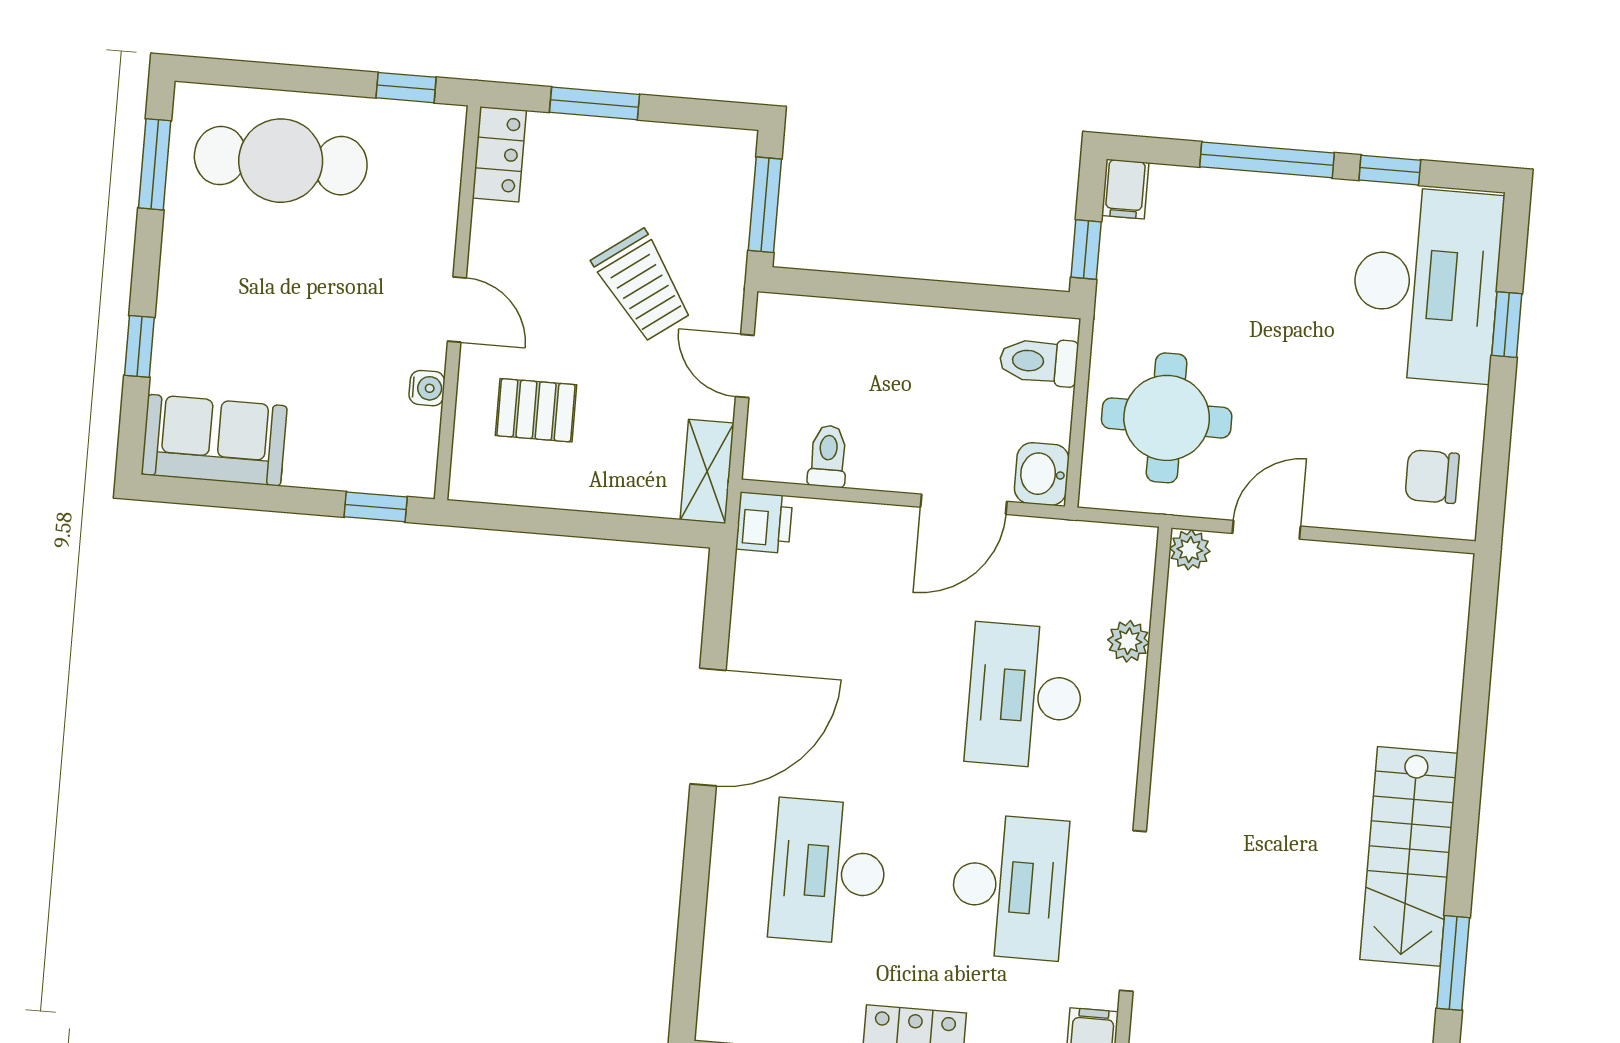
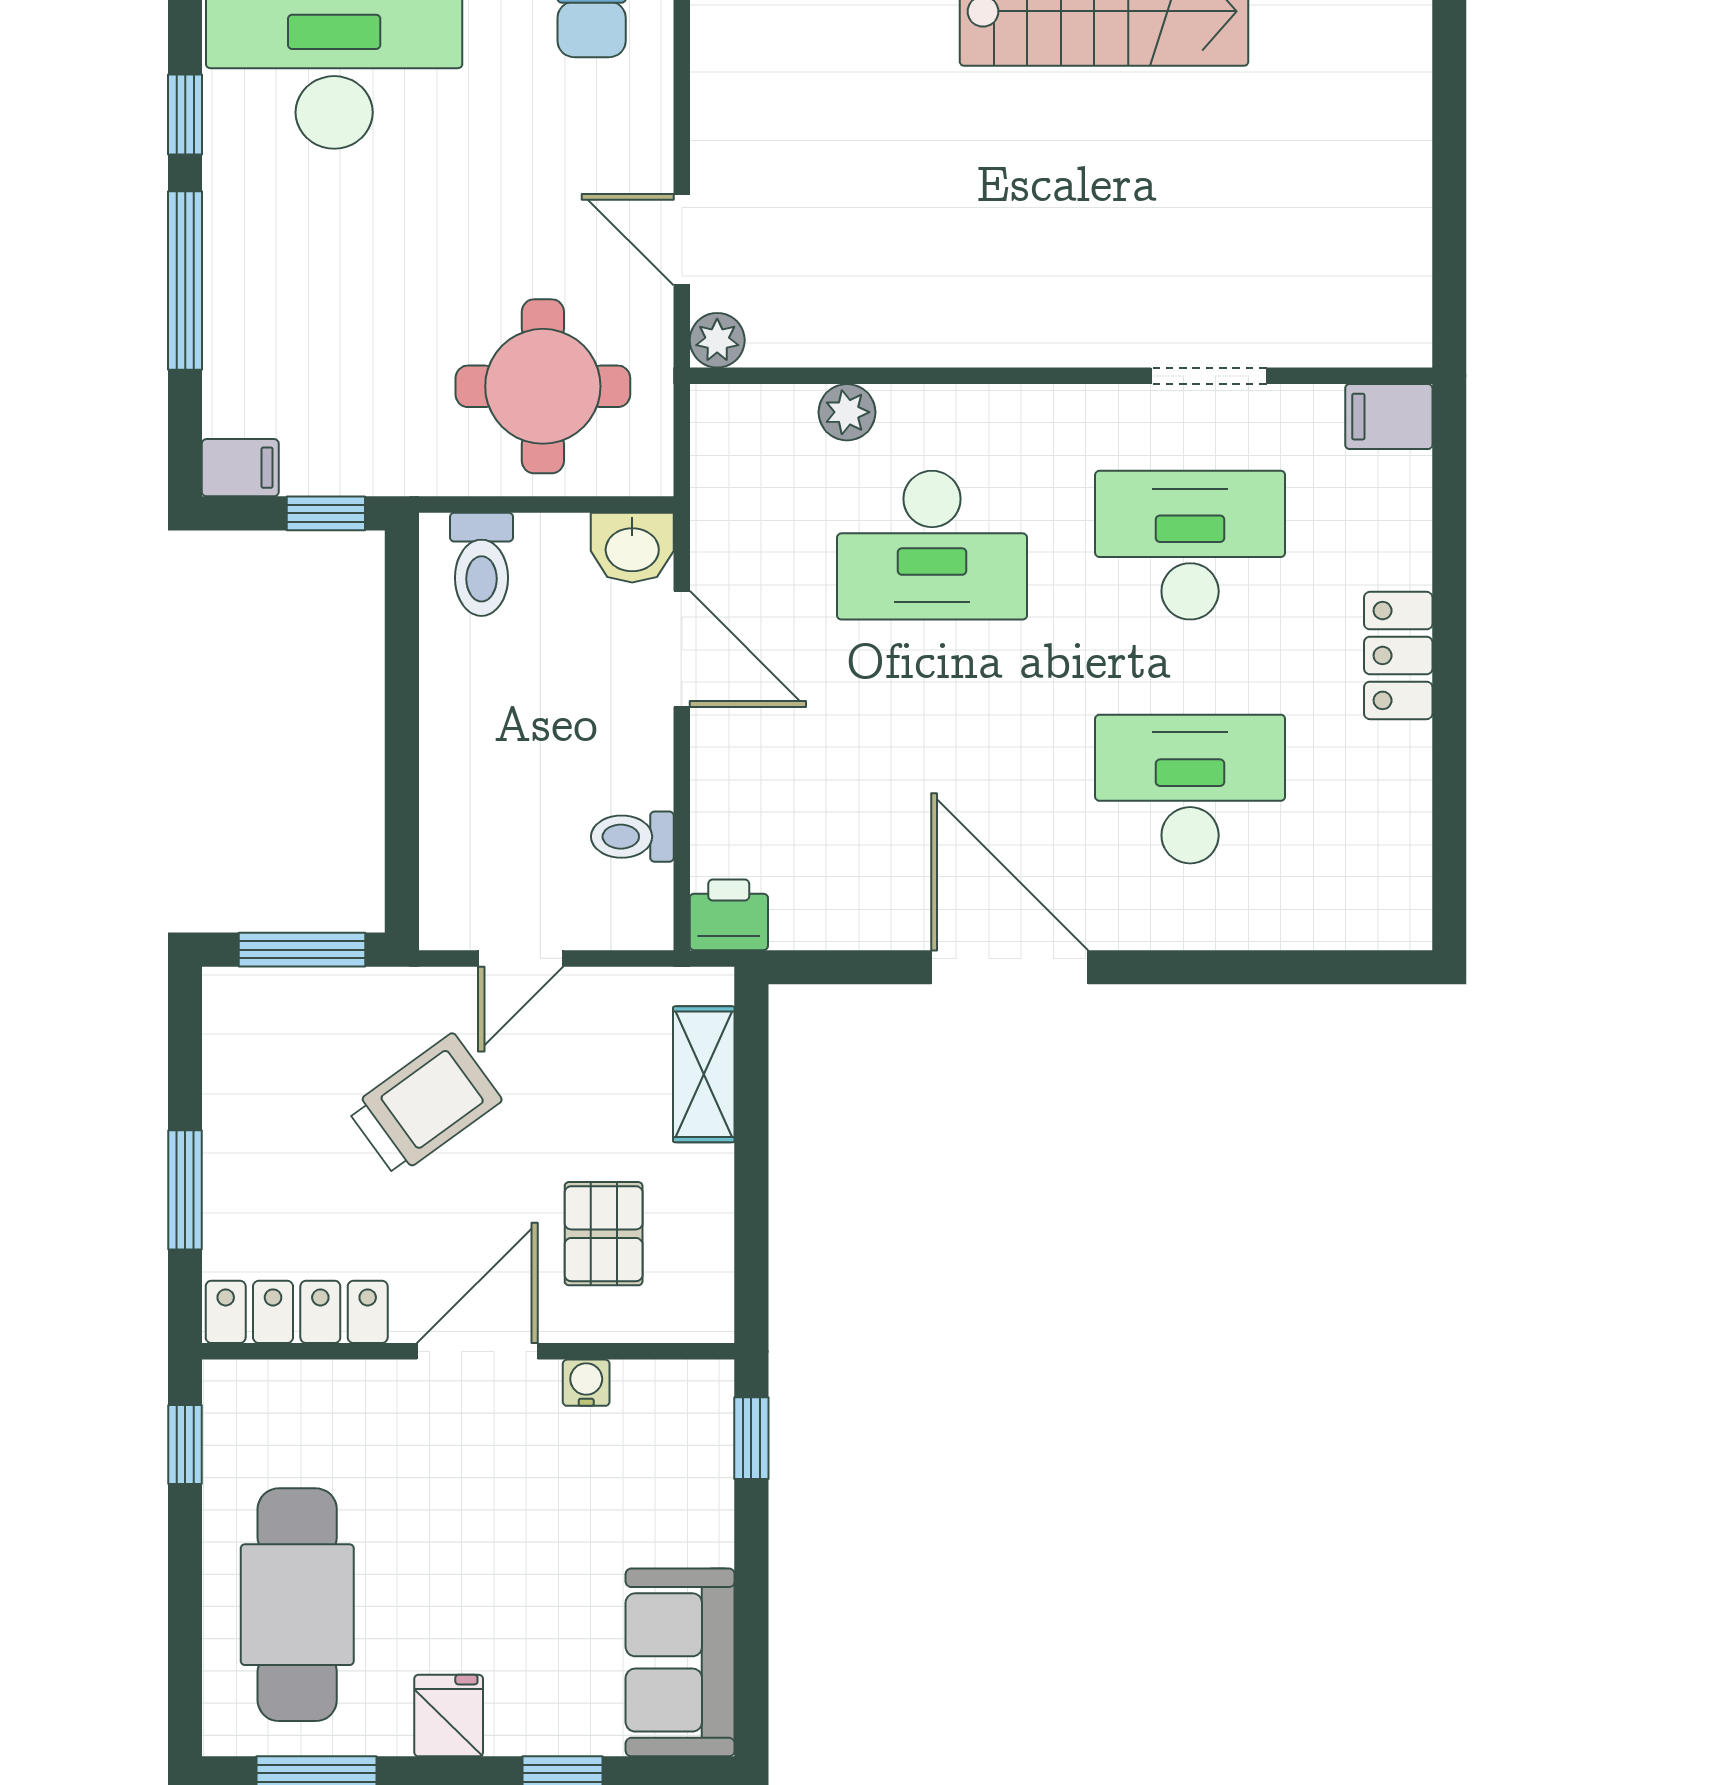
locker: (499, 154) -> (297, 1312), width x1.53
fridge: (189, 266) -> (449, 1716), added
door: (457, 309) -> (477, 1351), width x1.38
shelving: (707, 471) -> (704, 1074), moved, turned 90
desk: (828, 872) -> (1190, 789), turned 180
doorway: (1133, 911) -> (1209, 376), width x0.53

